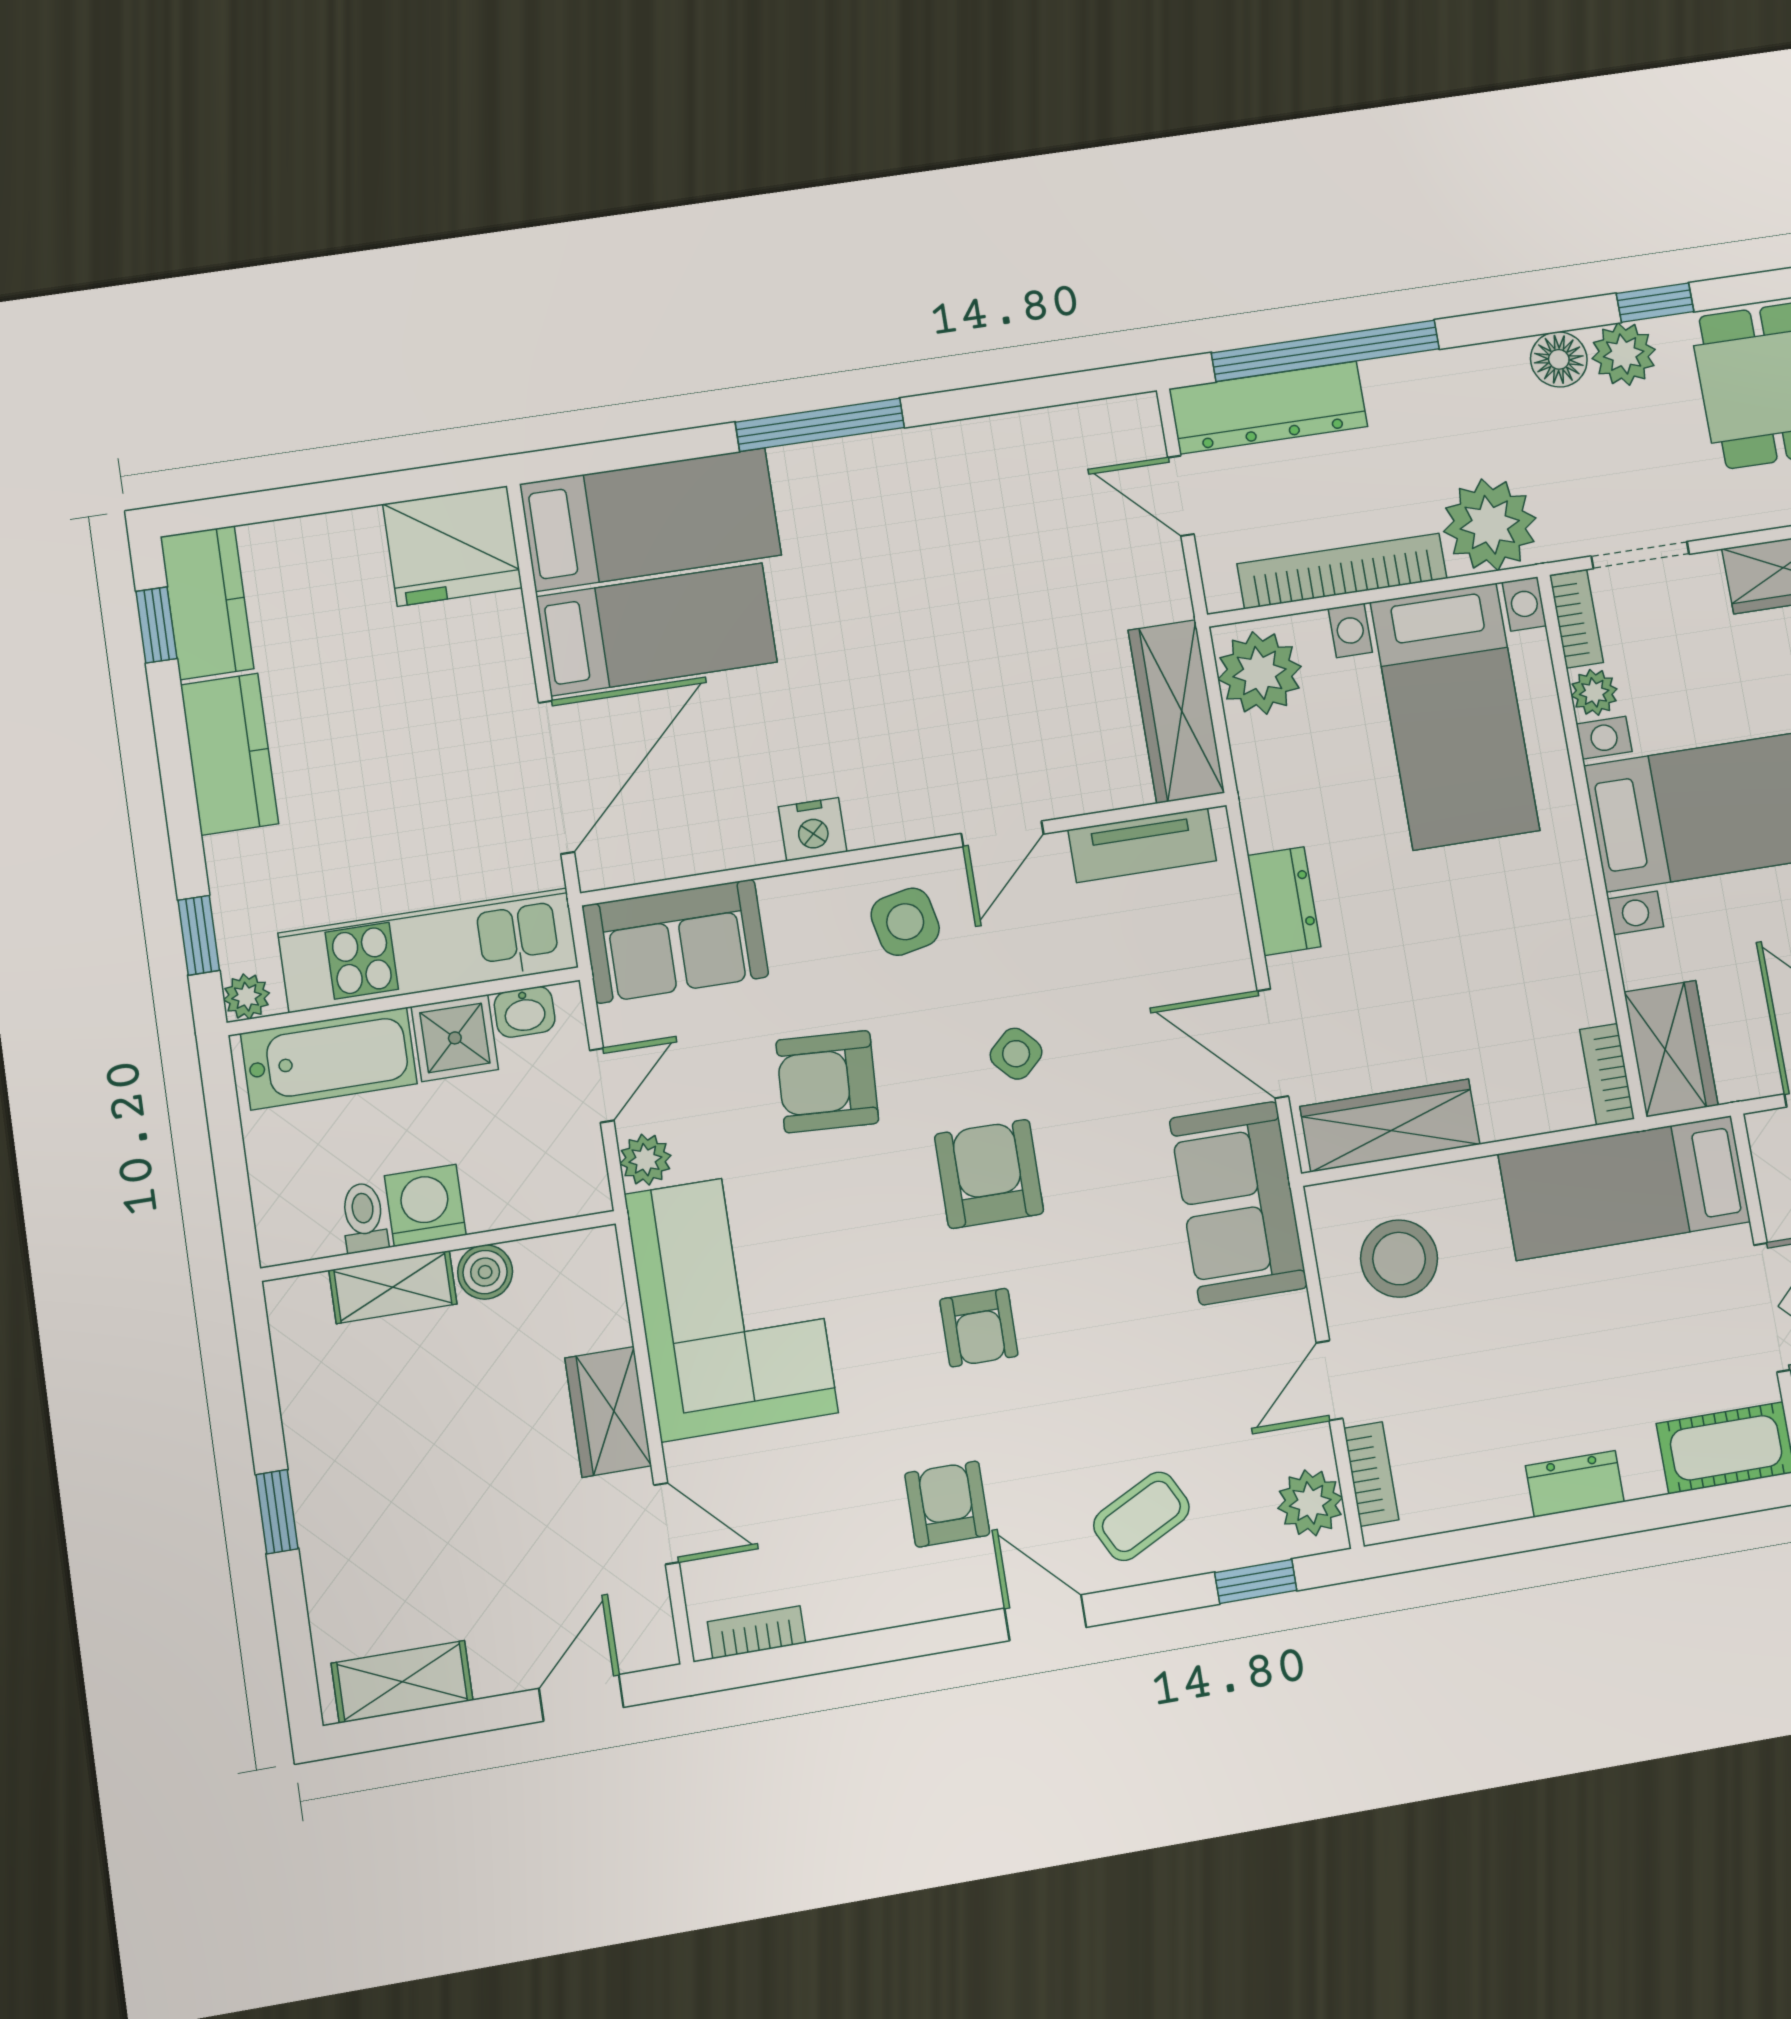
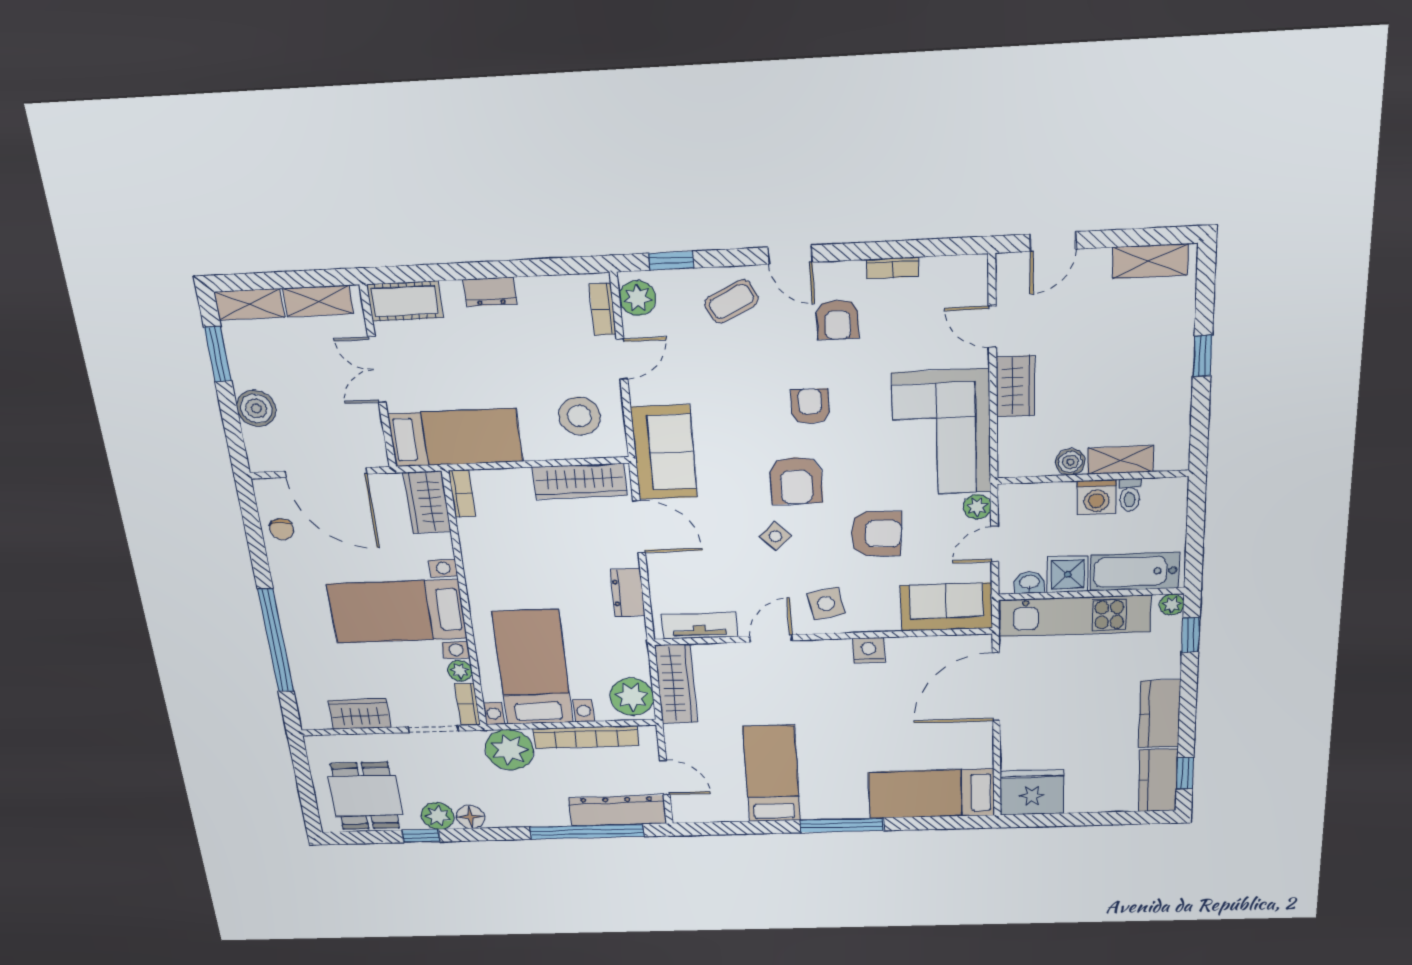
bed: (657, 629) -> (772, 774), moved, turned 90
bookcase: (757, 1632) -> (893, 268), moved

